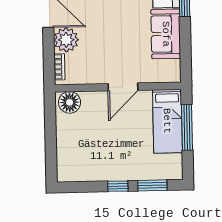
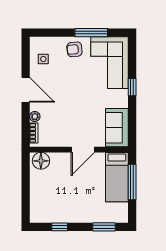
sofa: (166, 34) -> (117, 128), moved
plant: (66, 40) -> (35, 117), width x0.53, depth x0.53
window: (118, 186) -> (60, 227), moved

